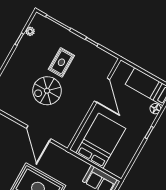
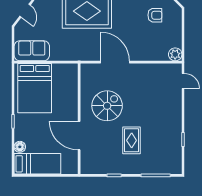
plant: (30, 31) -> (177, 153), removed
spiral stairs: (47, 91) -> (107, 106), moved
bed: (101, 141) -> (35, 88), moved

